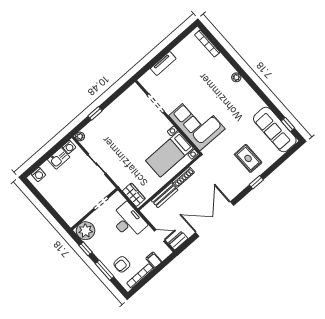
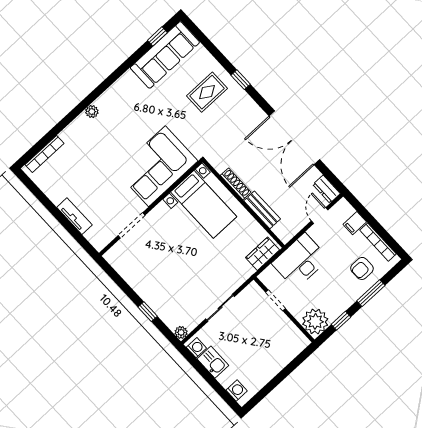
armchair: (122, 264) -> (362, 268), turned 90

